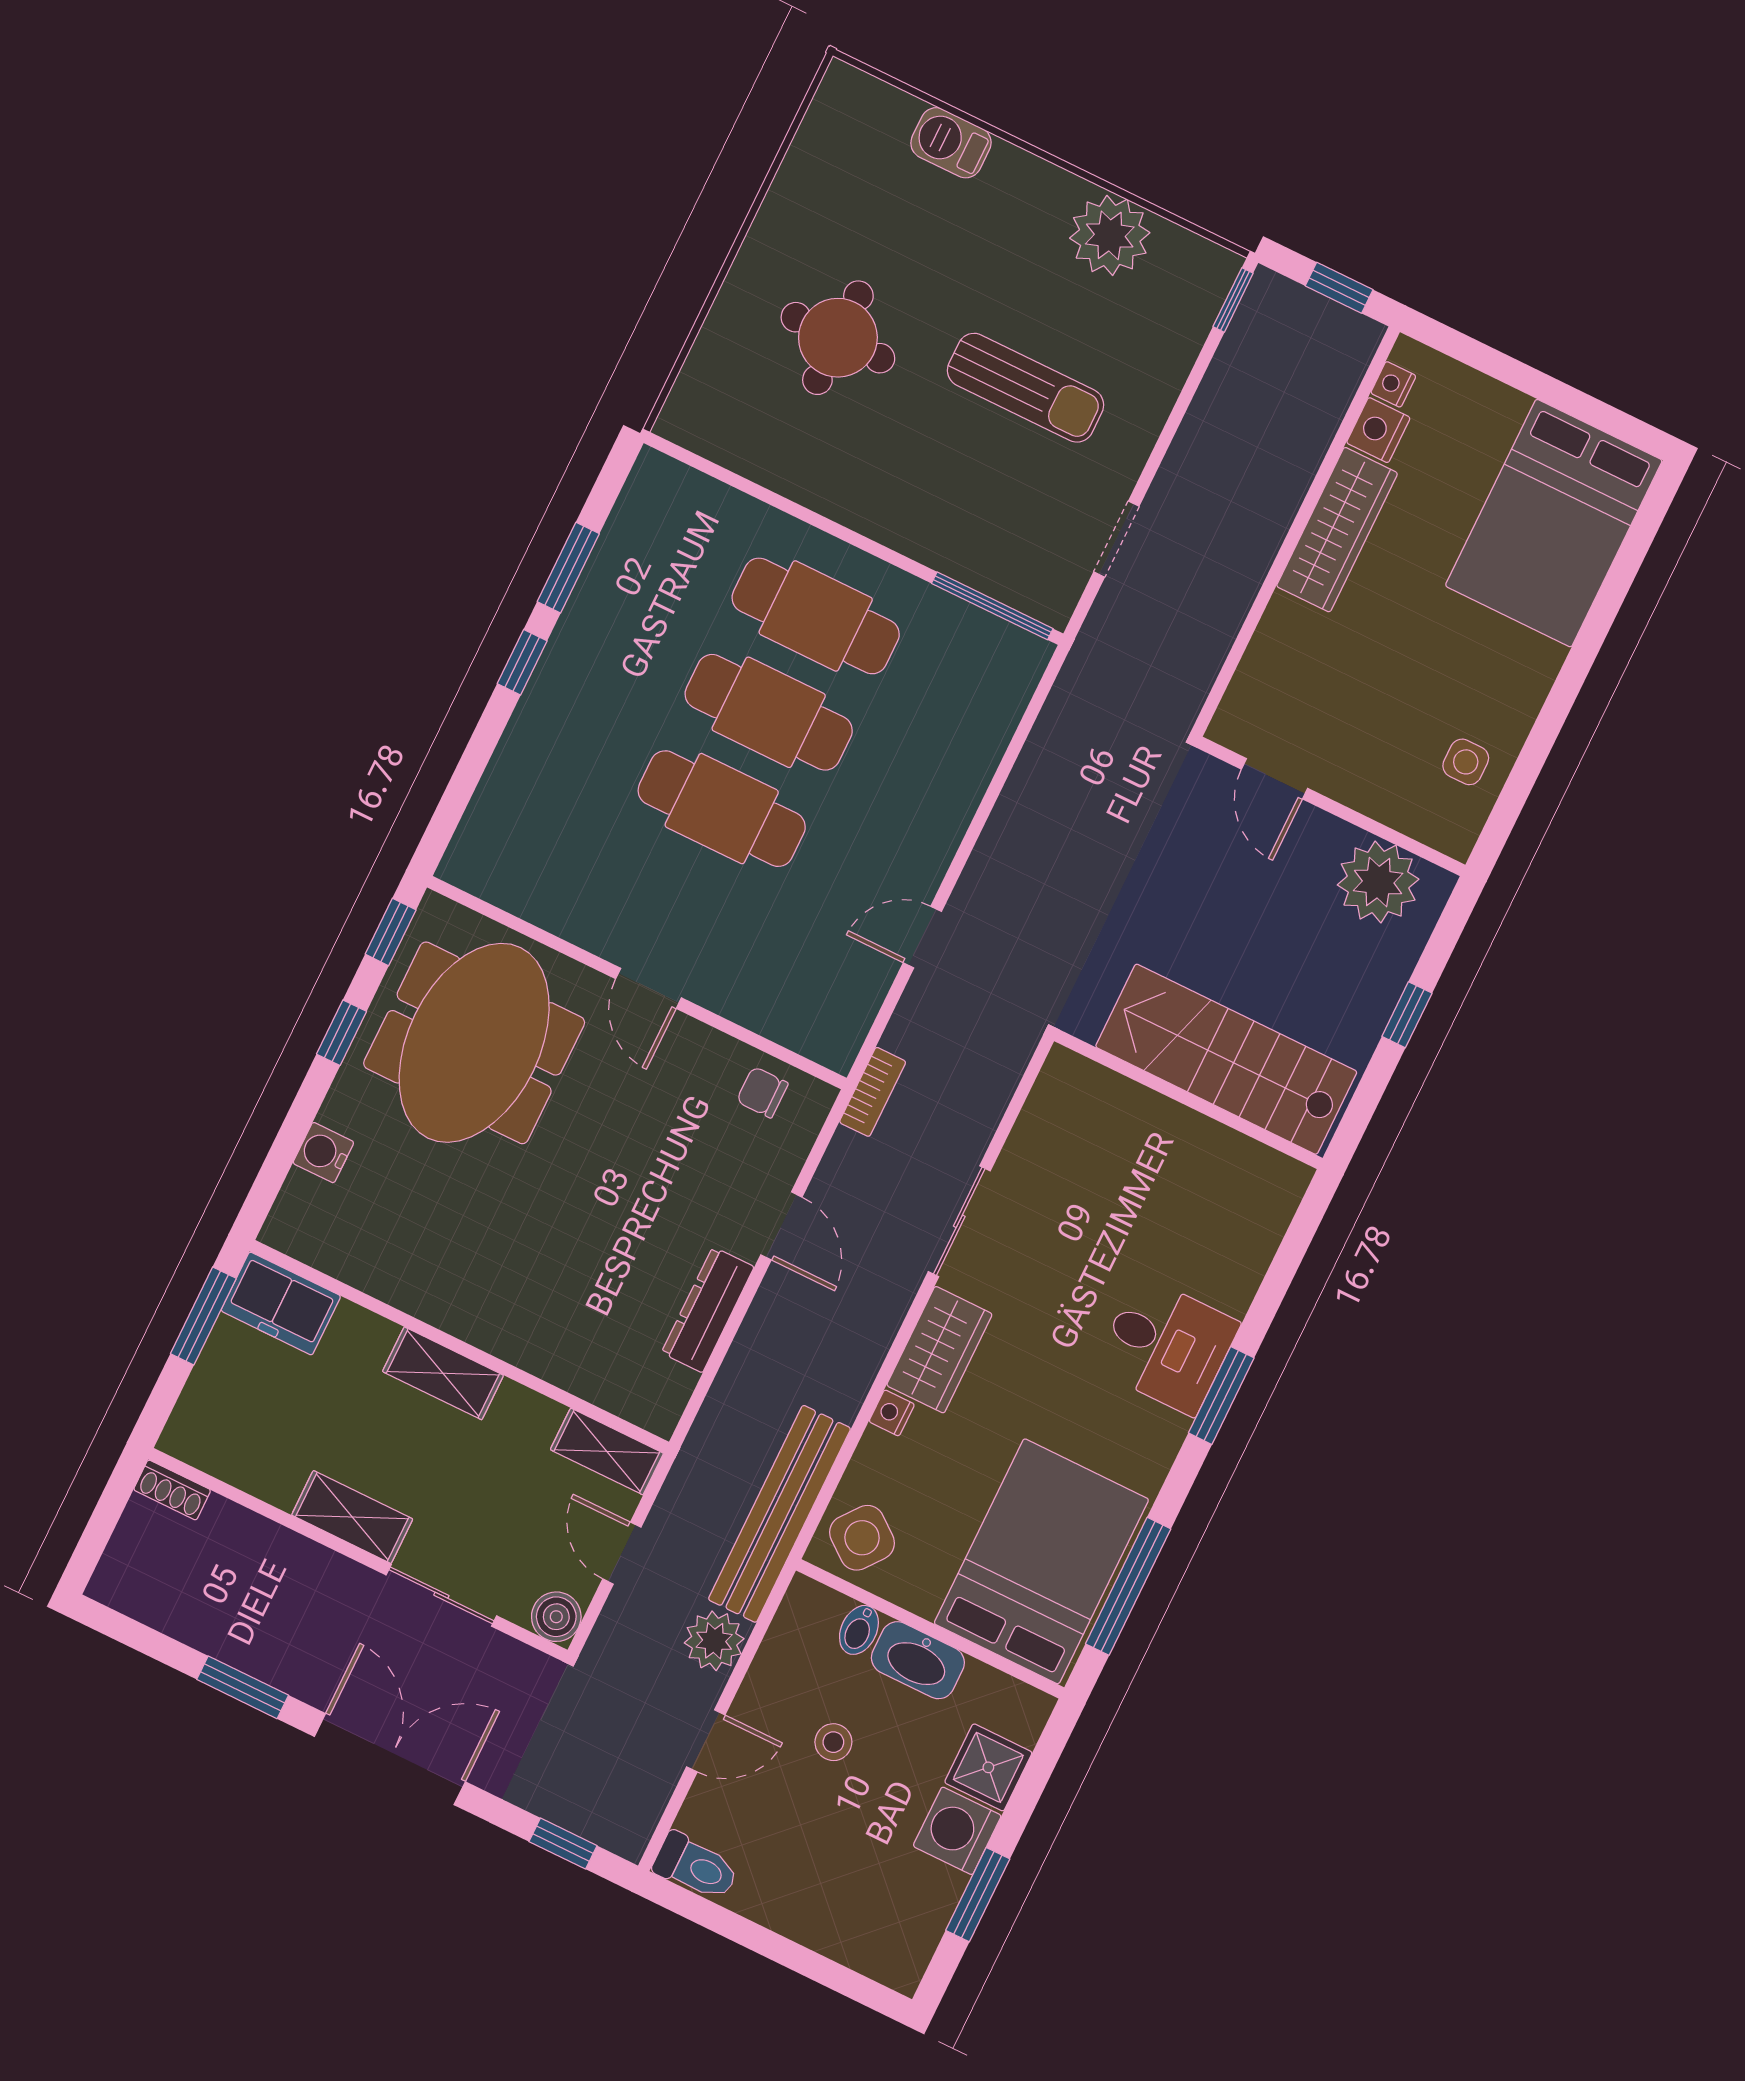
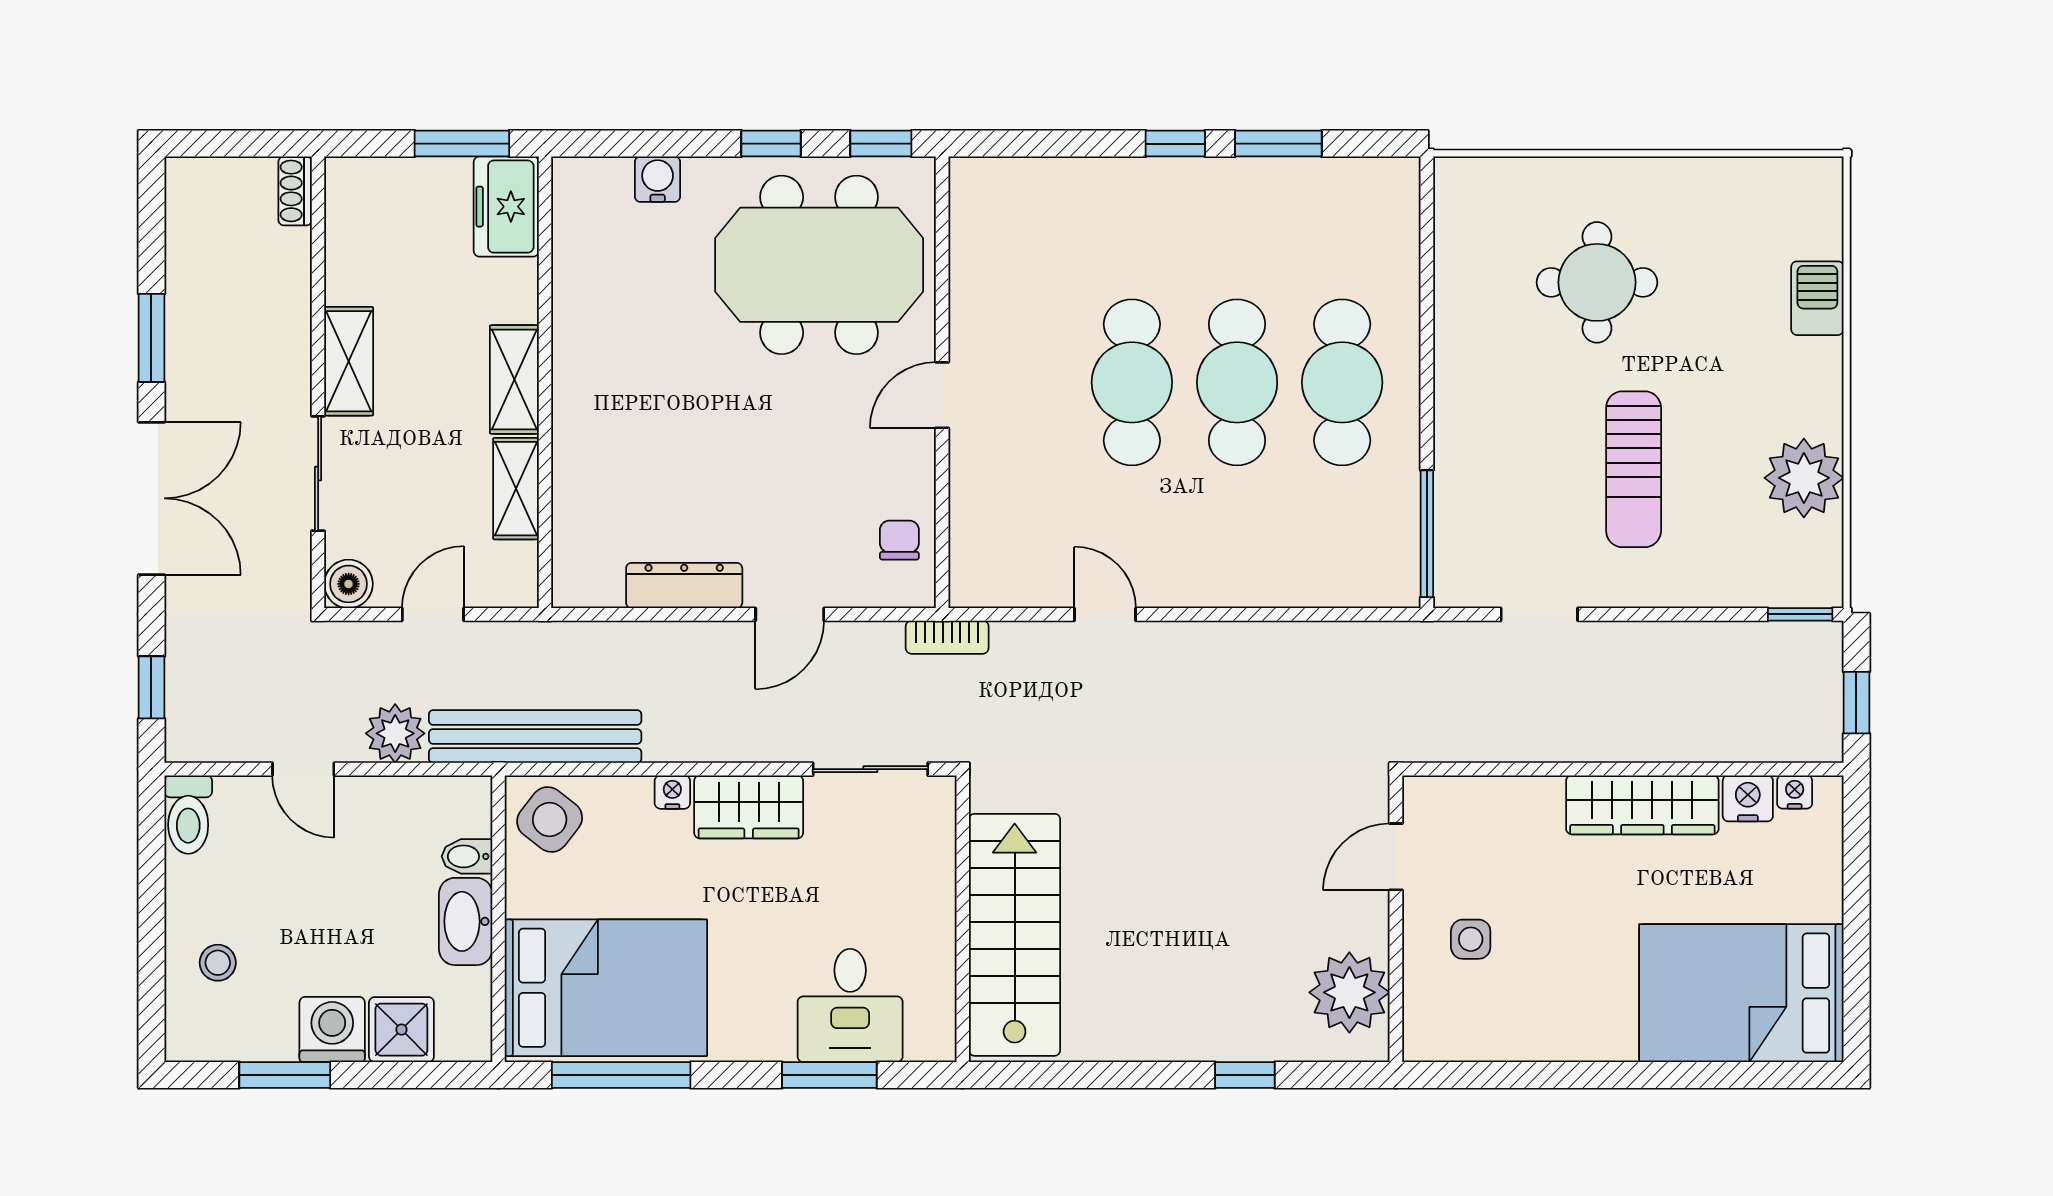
side table: (1466, 762) -> (1471, 939), moved
stairs: (1226, 1059) -> (1015, 935), moved
wall: (1188, 1099) -> (963, 919), moved
shelving: (607, 1451) -> (516, 489), moved
stool: (833, 1742) -> (218, 963), moved

